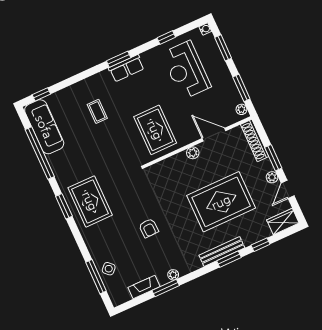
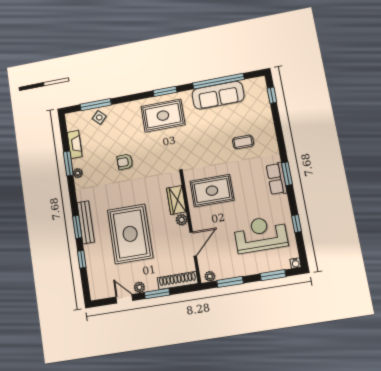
sofa: (44, 127) -> (218, 95), moved
wardrobe: (283, 222) -> (176, 200), moved, turned 180

